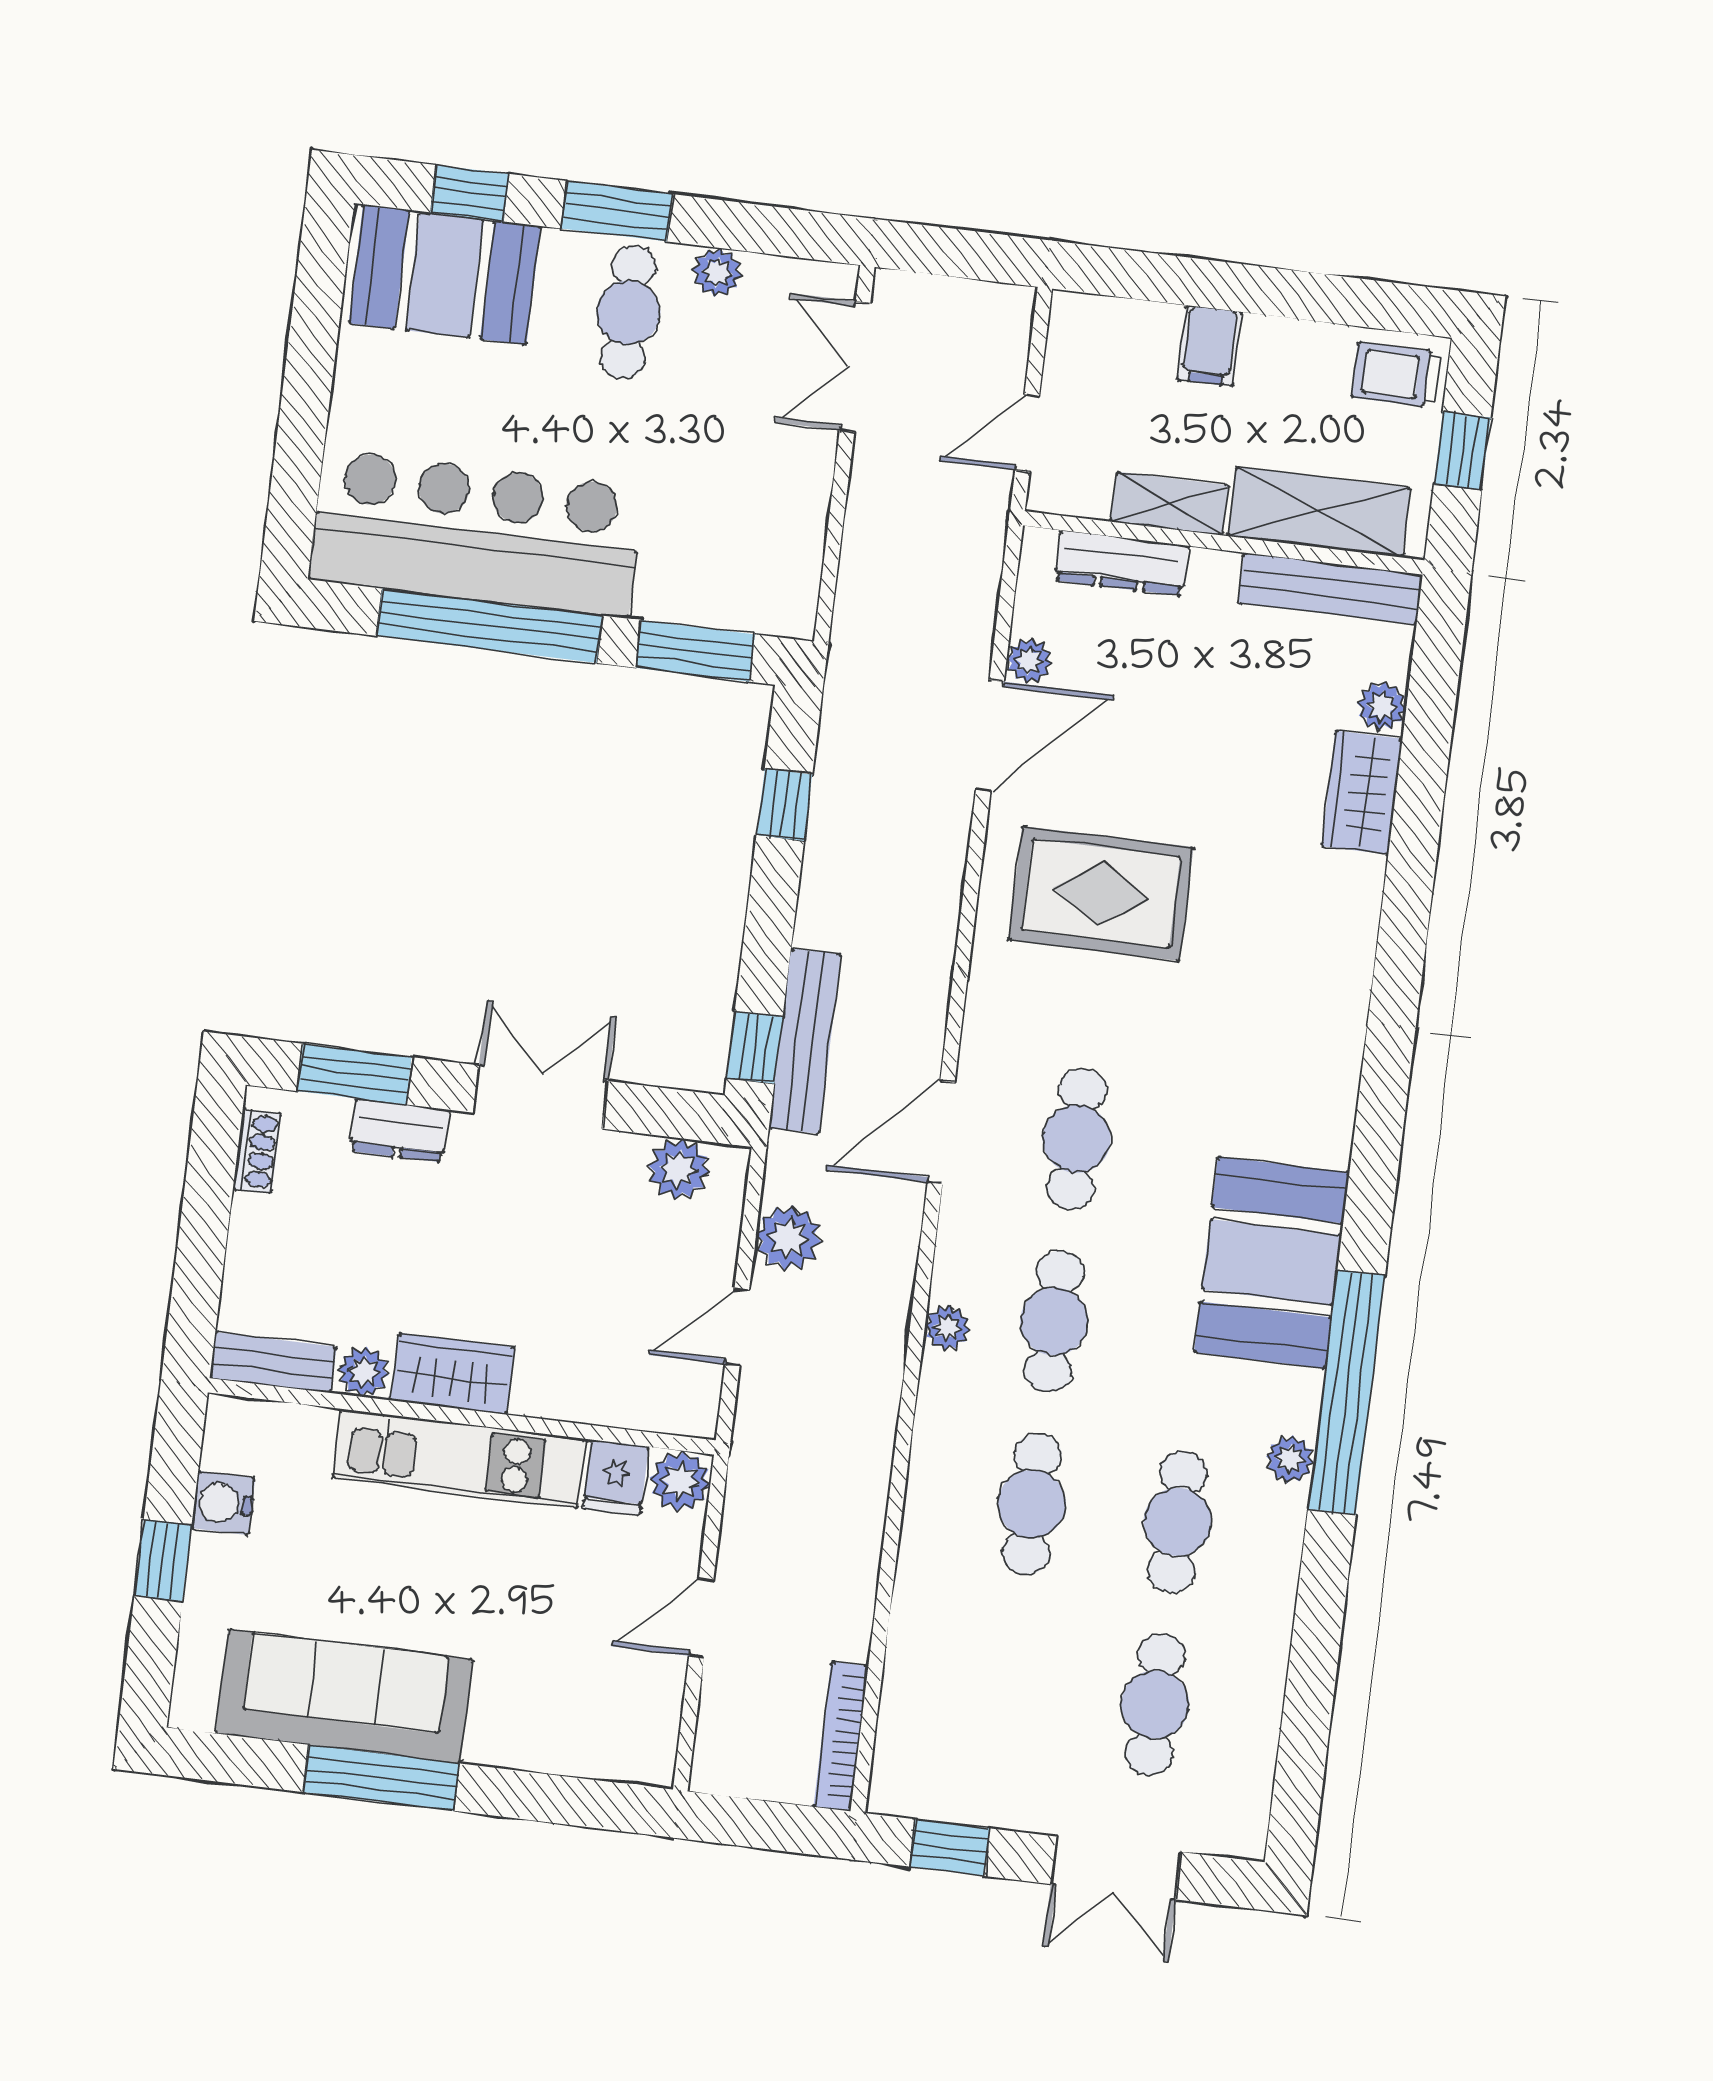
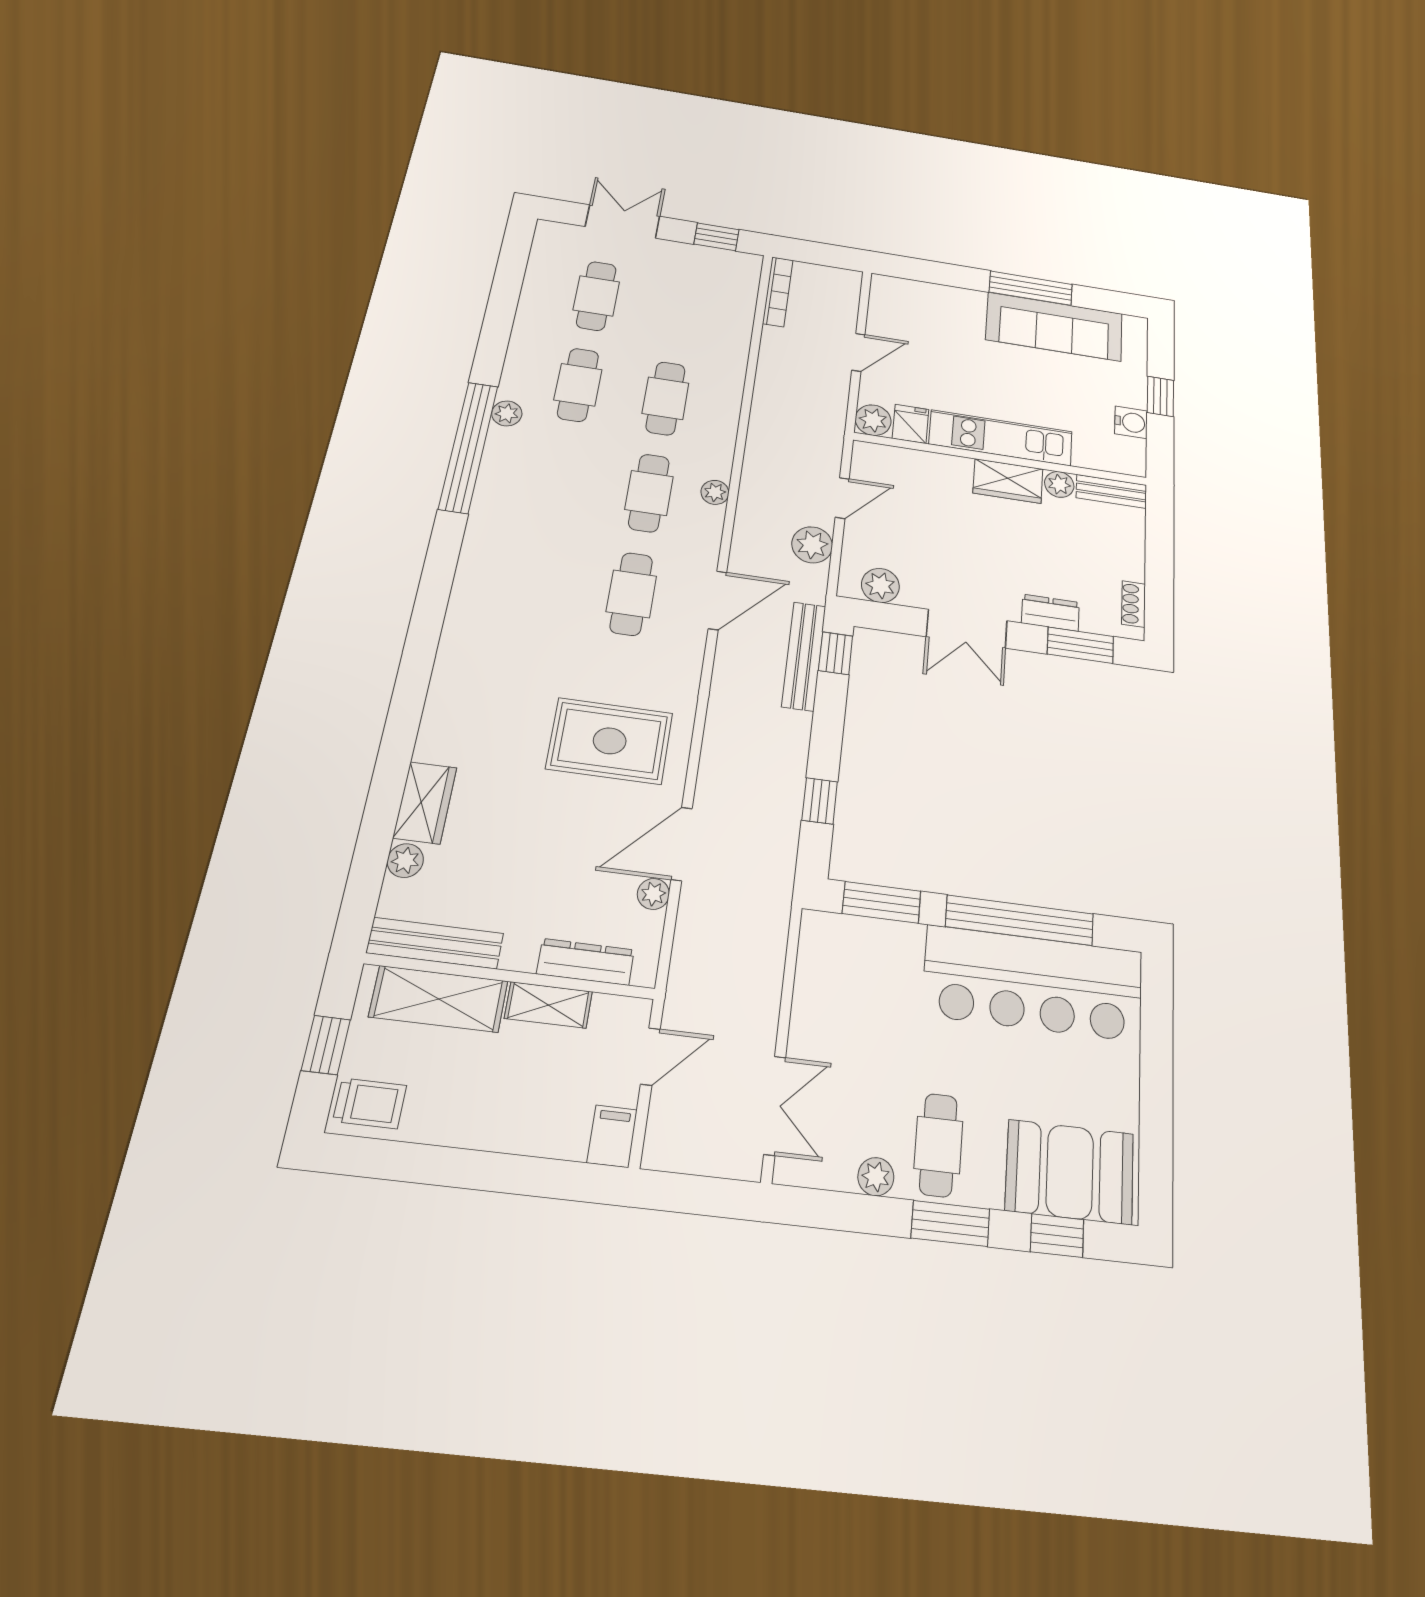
filing cabinet: (1210, 346) -> (612, 1136), moved
booth: (1272, 1262) -> (510, 520), removed

